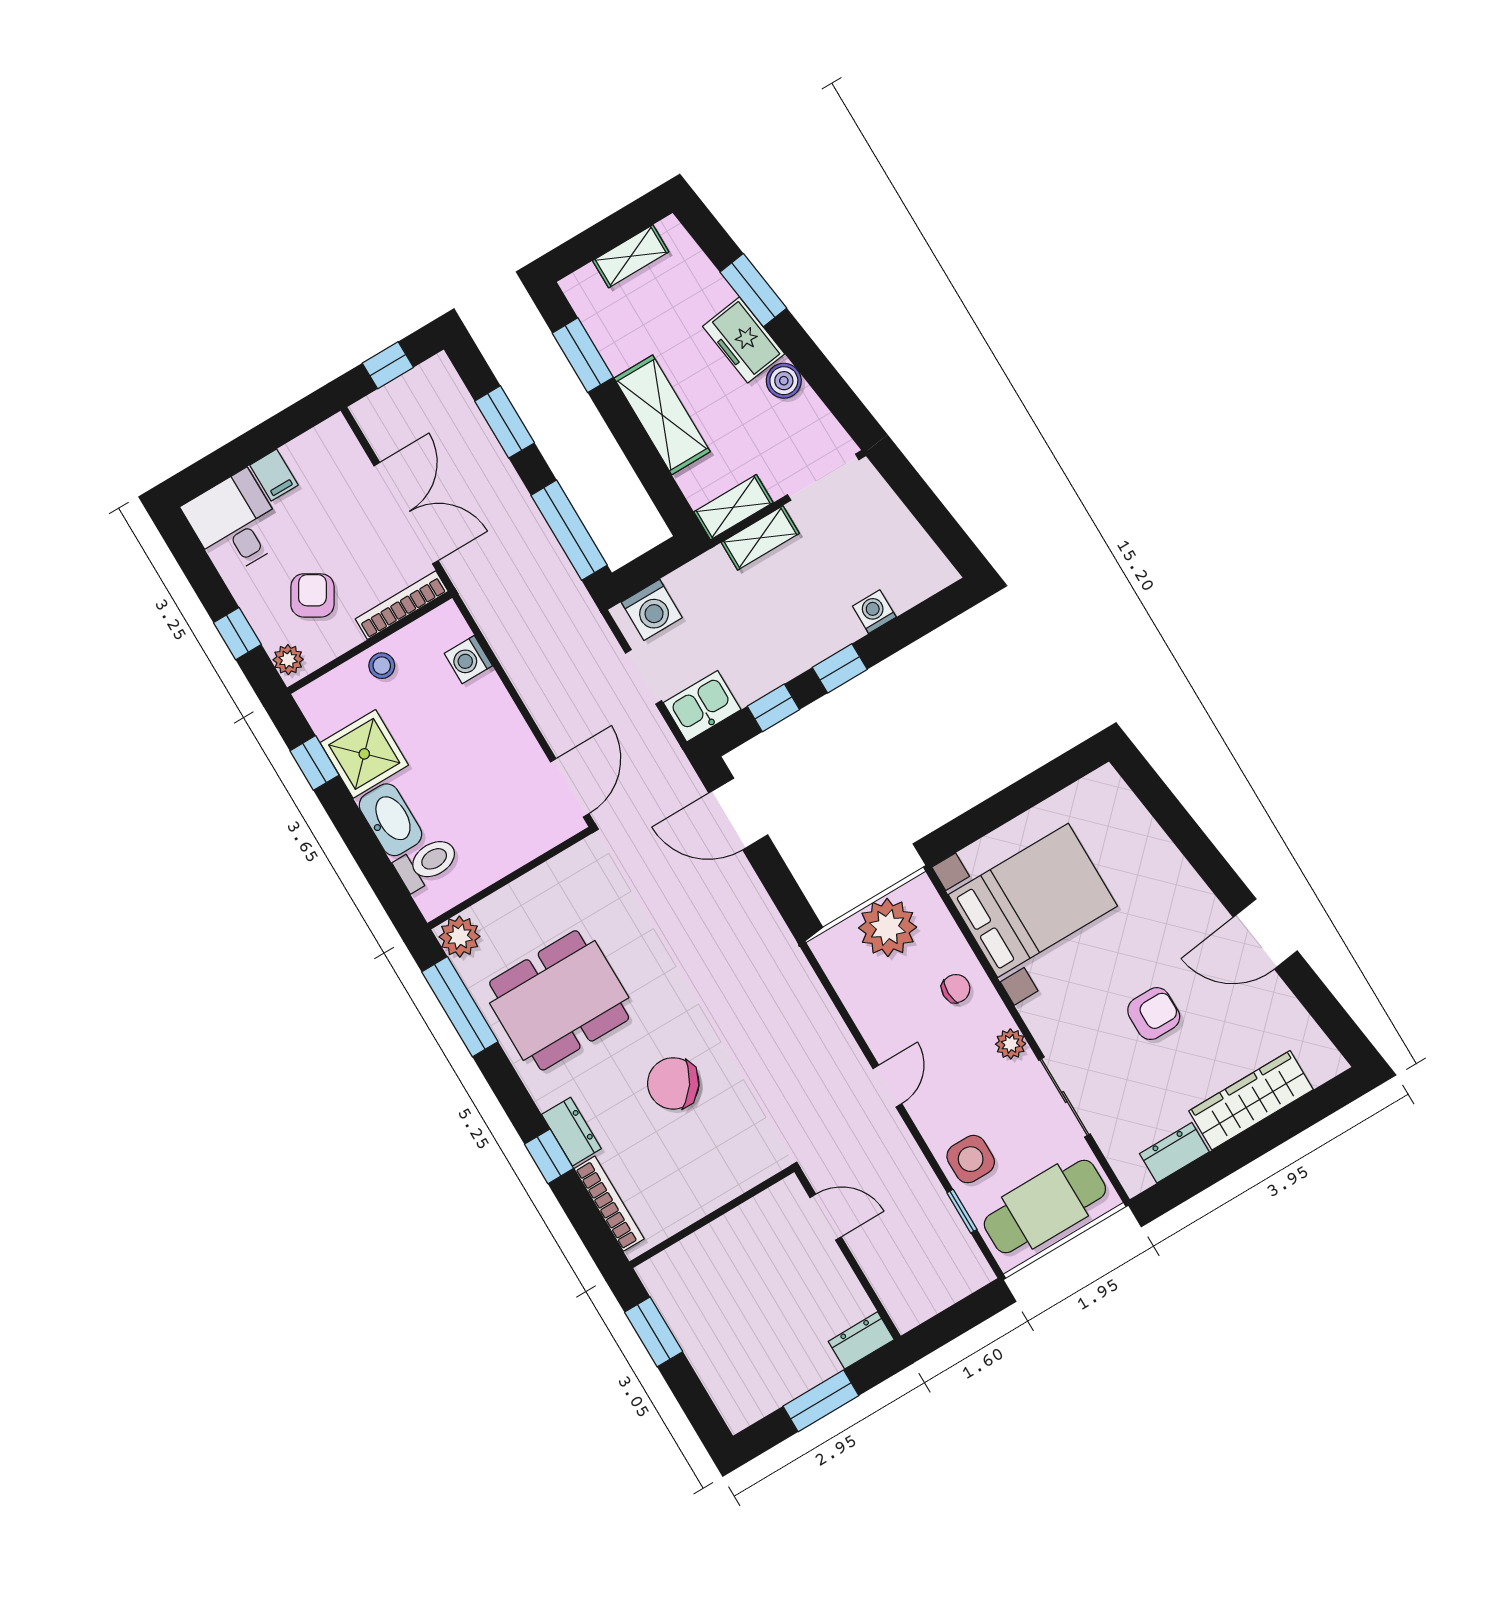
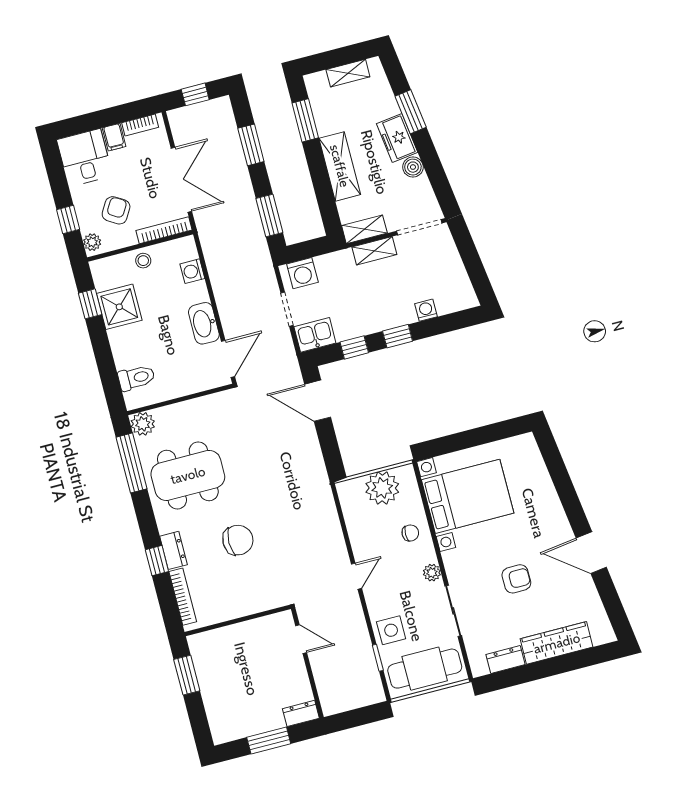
bookcase: (311, 442) -> (140, 125), added
window: (569, 530) -> (269, 216), width x0.69
washbasin: (390, 820) -> (204, 323), moved, turned 180
chair: (673, 1083) -> (238, 540), turned 145

